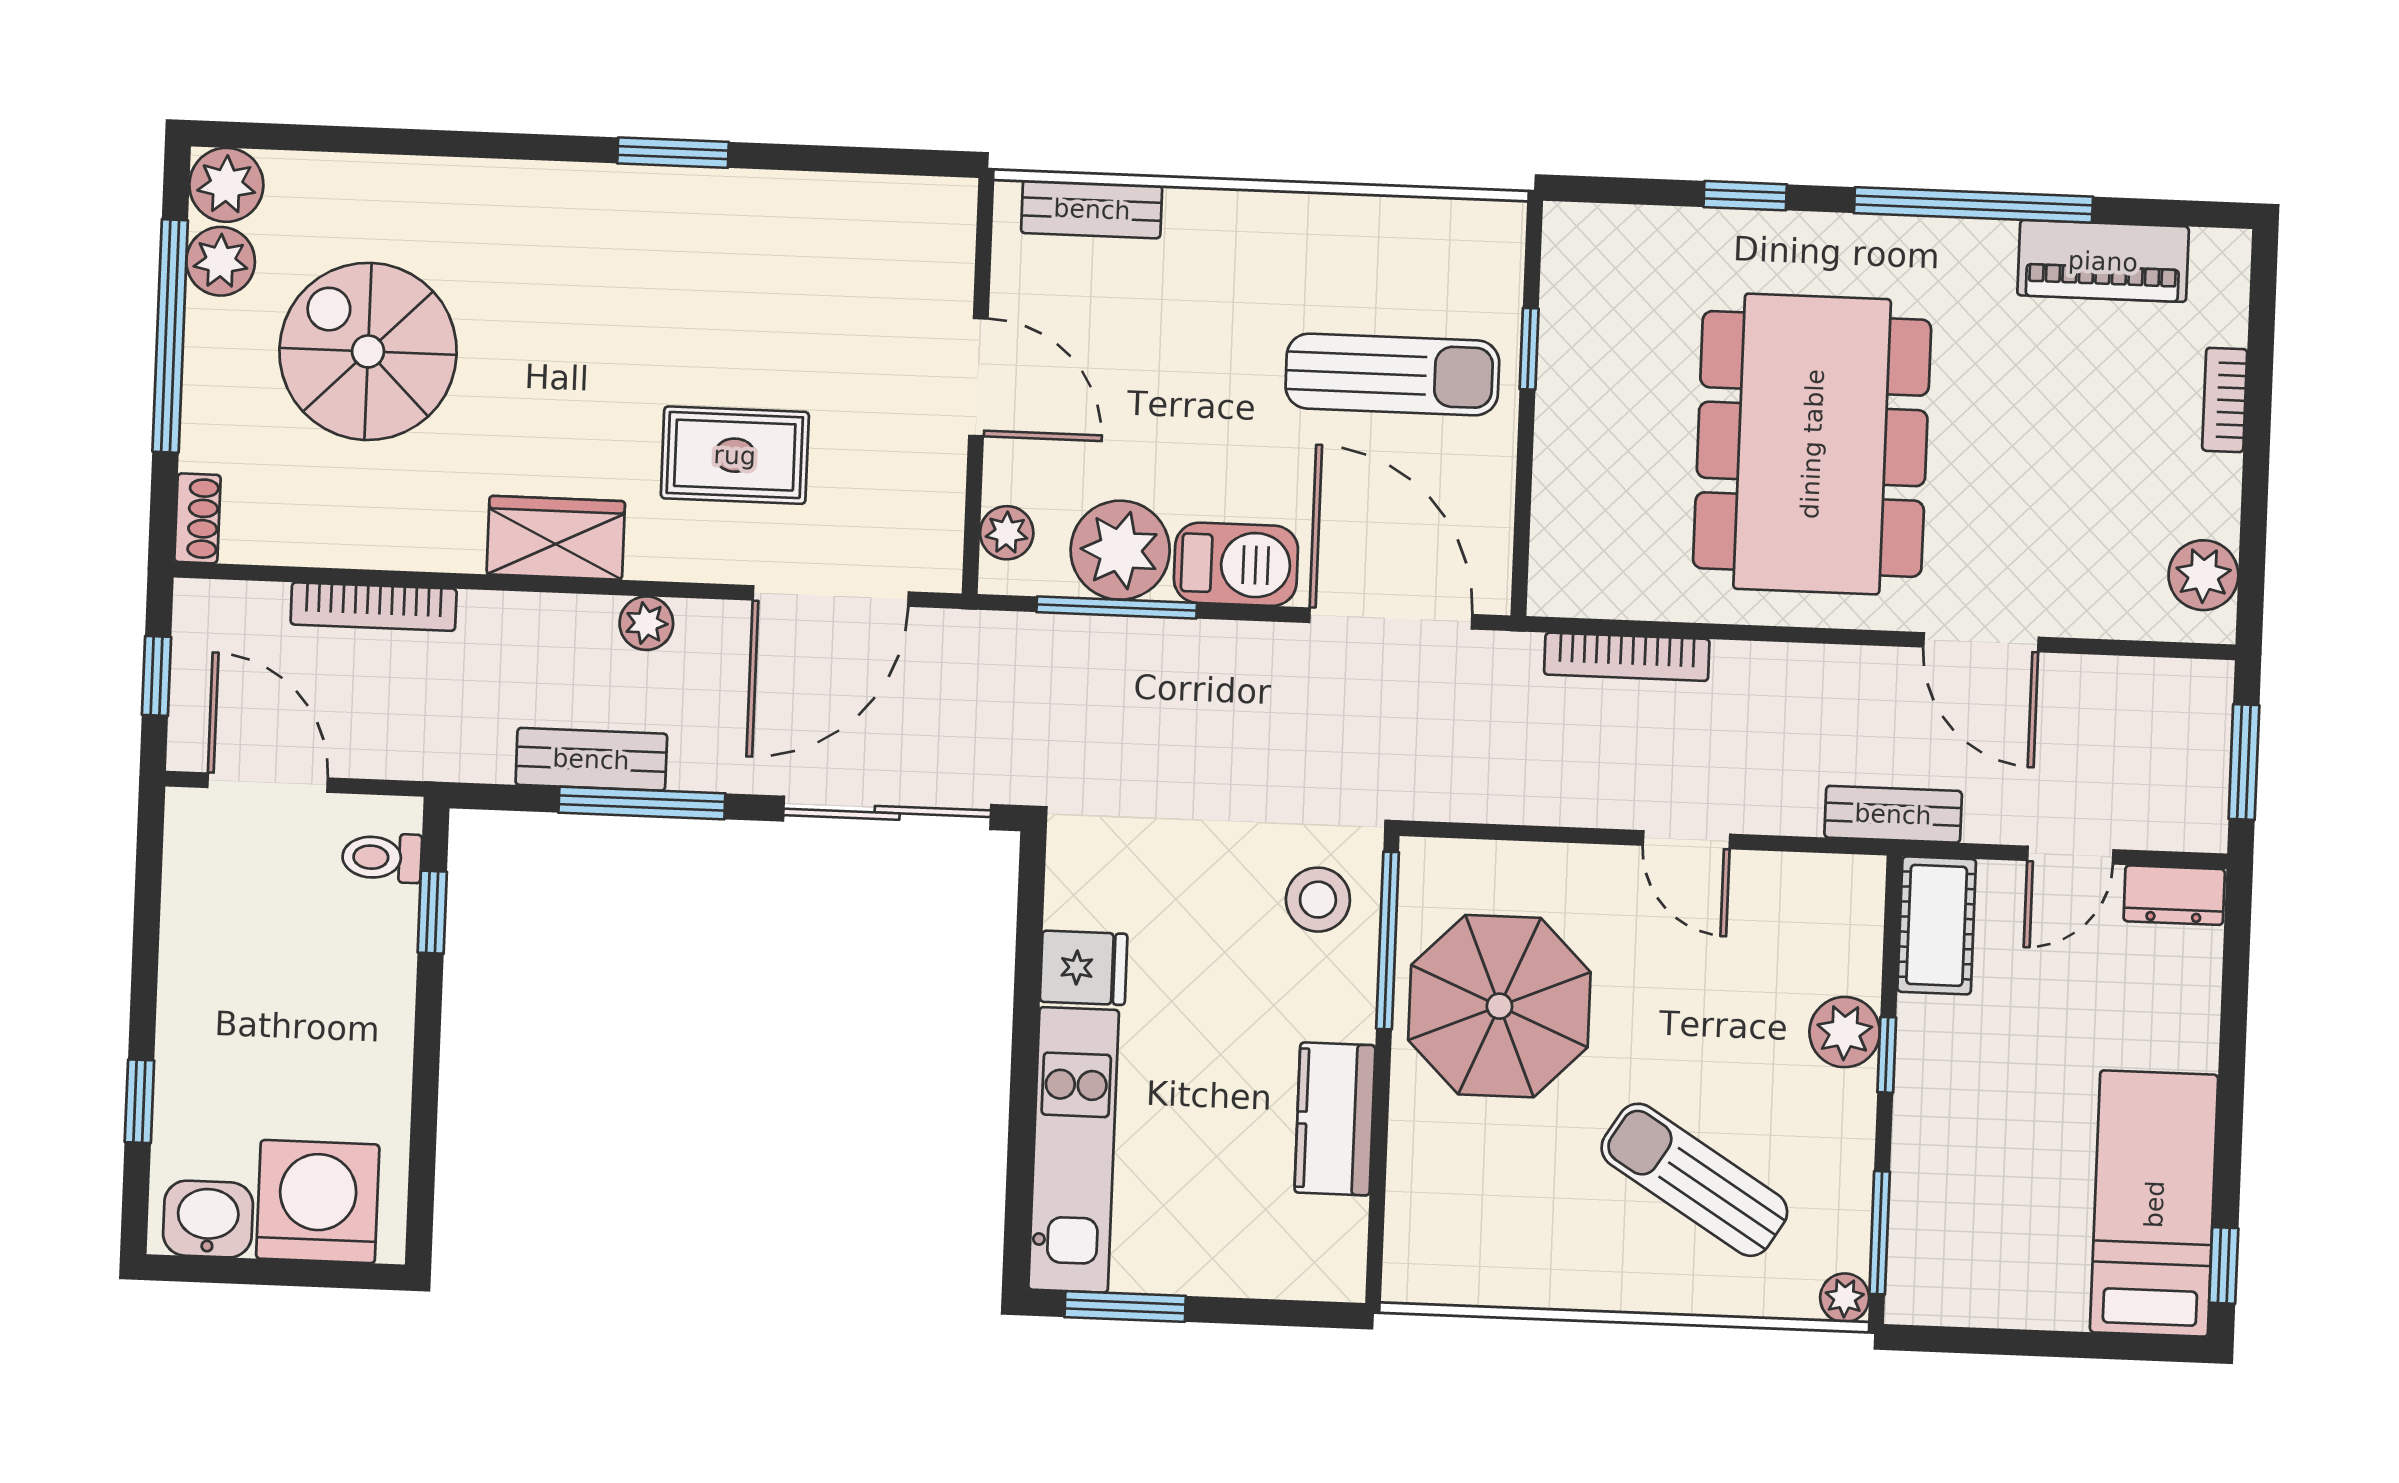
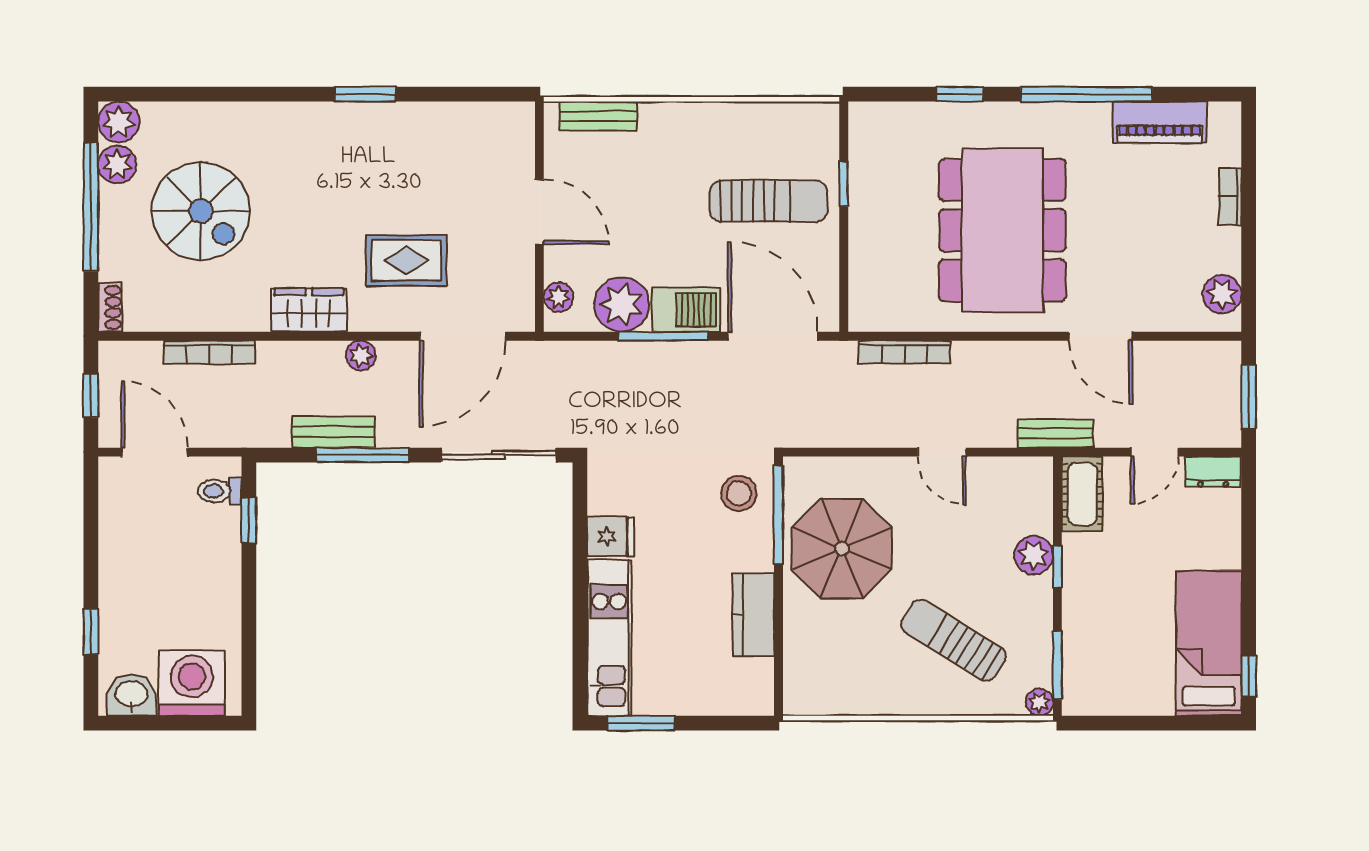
spiral stairs: (368, 351) -> (201, 211), turned 180
window: (1117, 607) -> (663, 336), moved

